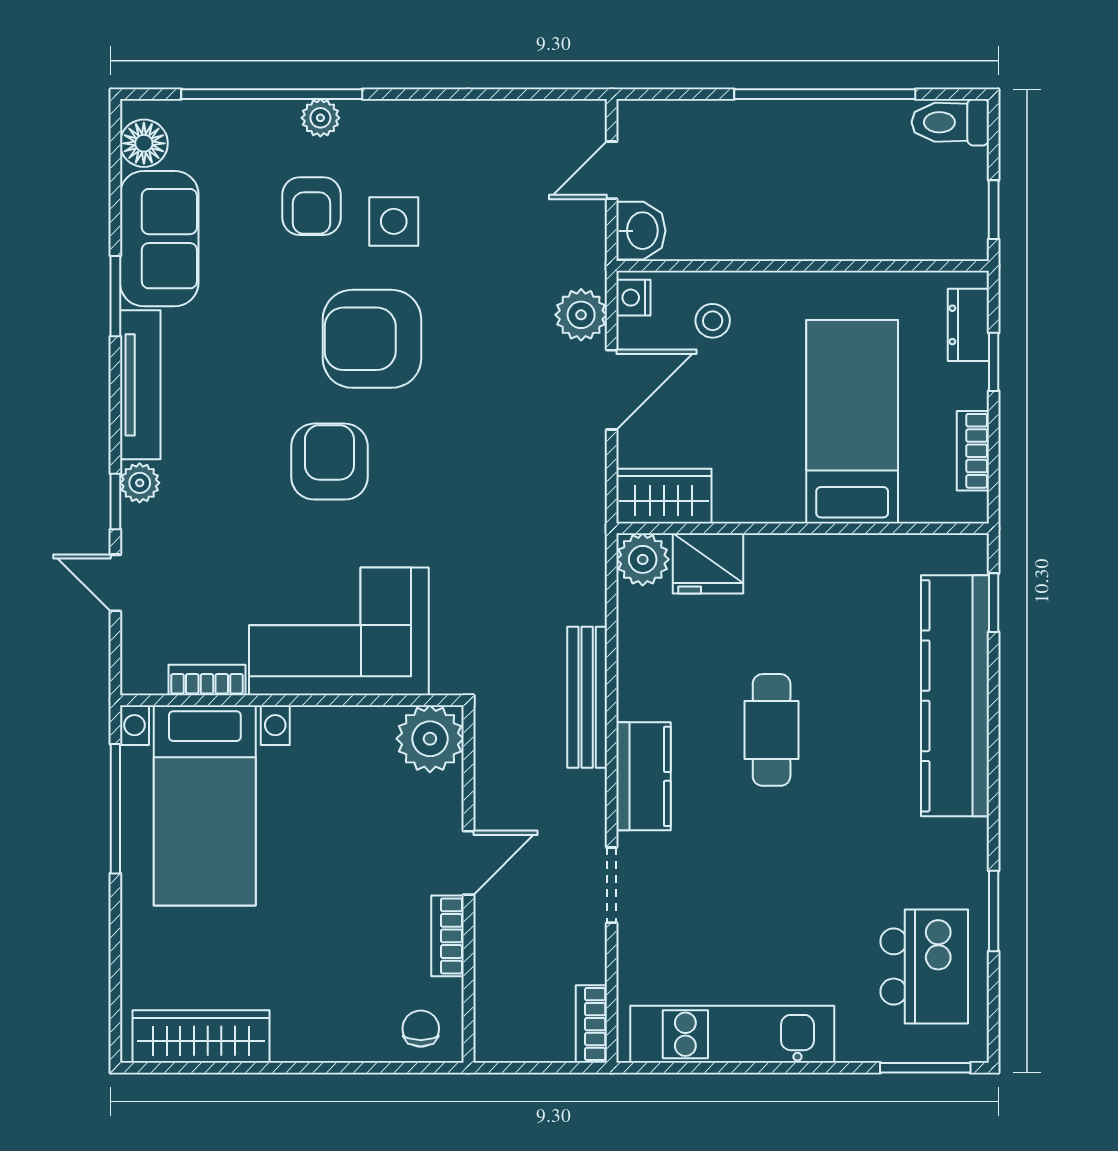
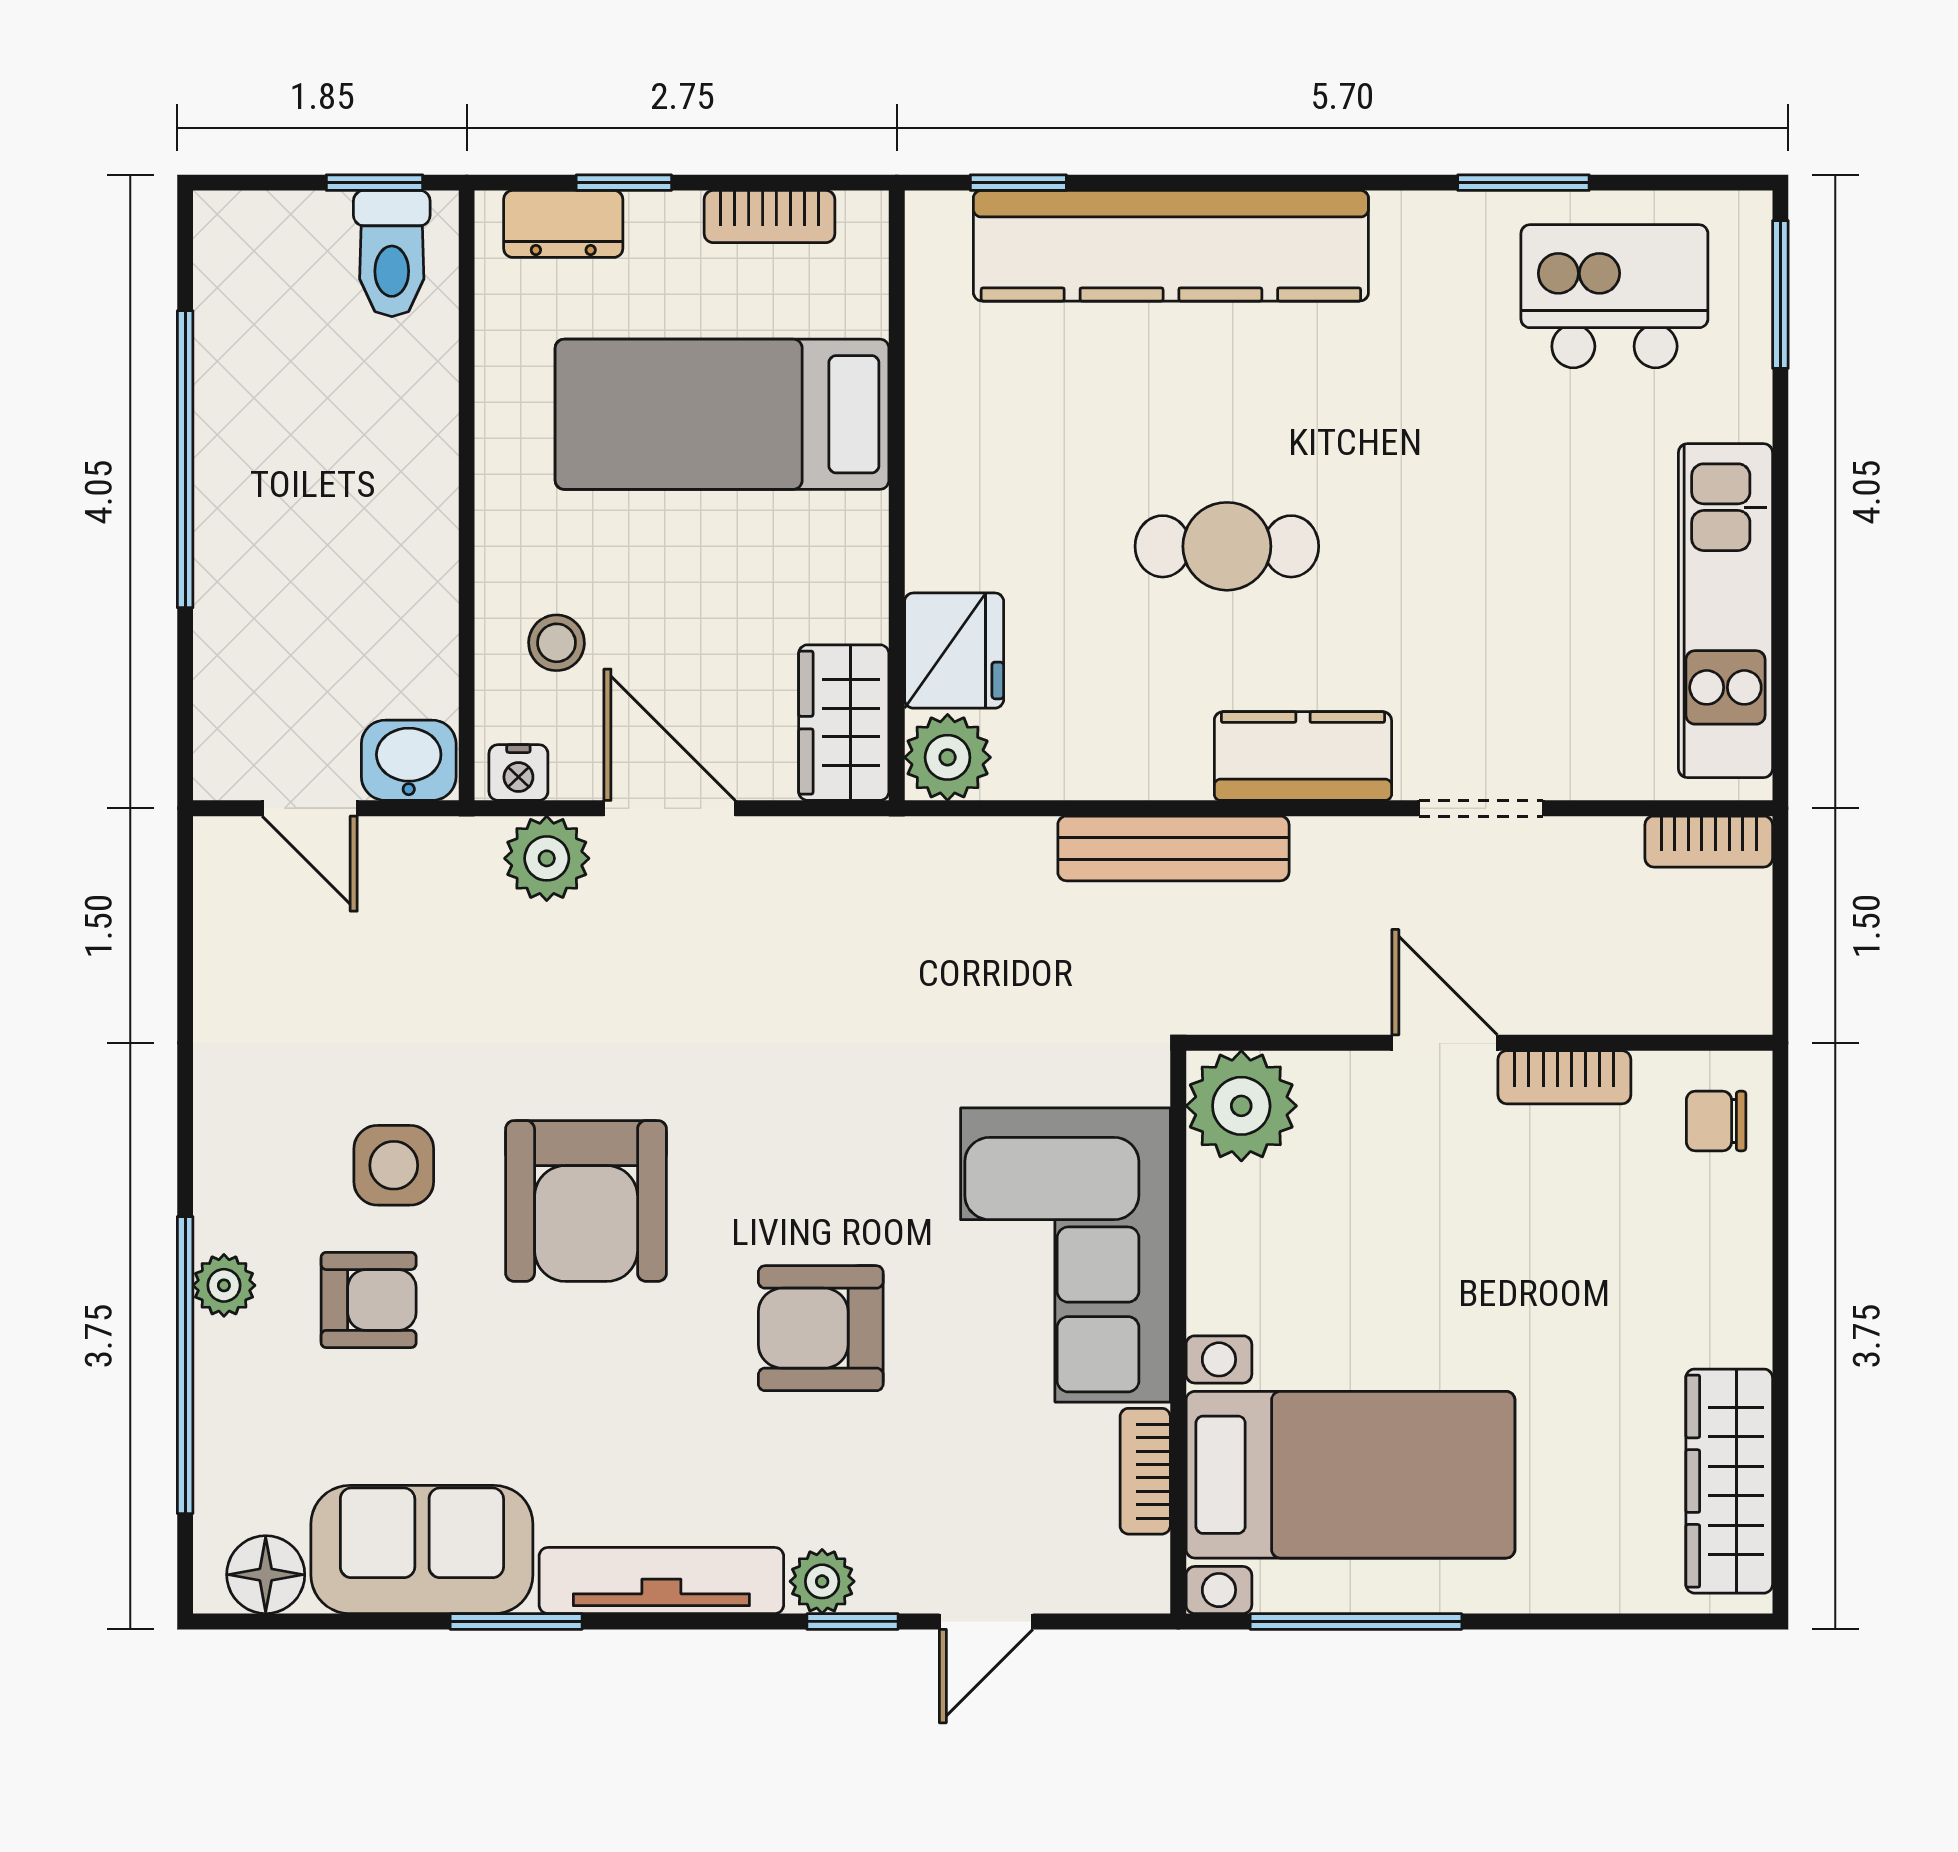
toilet: (950, 122) -> (392, 254), moved
armchair: (329, 462) -> (821, 1328), moved

